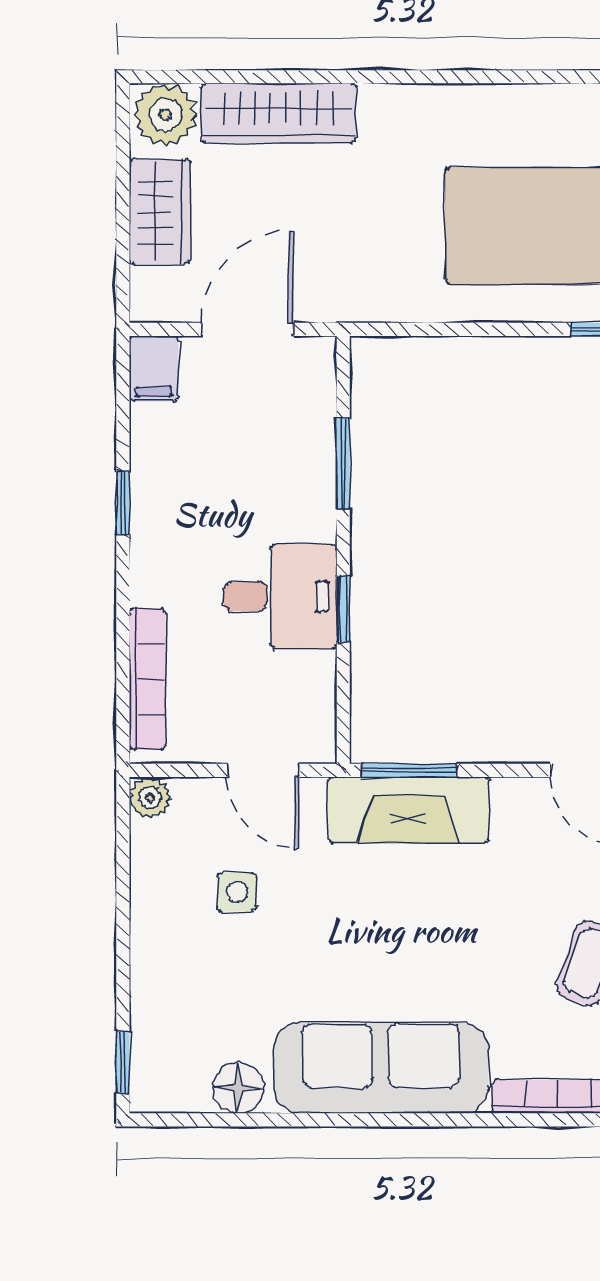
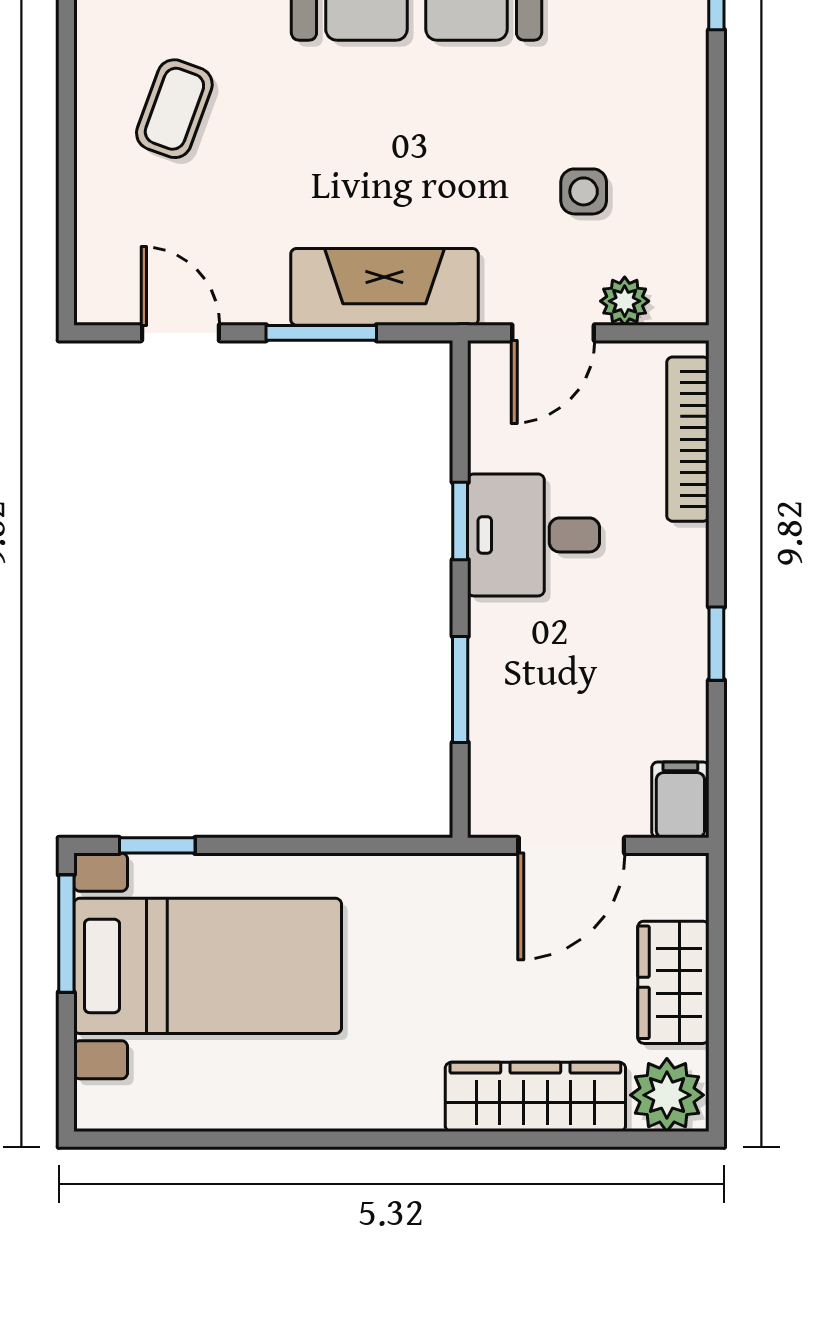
door: (263, 770) -> (553, 333), swing flipped
window: (409, 770) -> (321, 333), moved
plant: (150, 798) -> (625, 301), moved

